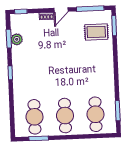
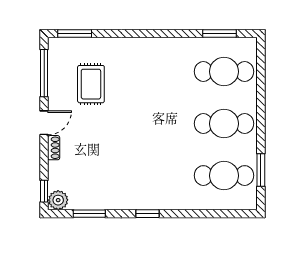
door: (61, 10) -> (44, 123), hinge flipped
rug: (96, 32) -> (91, 84), moved
plant: (17, 39) -> (58, 200), moved

